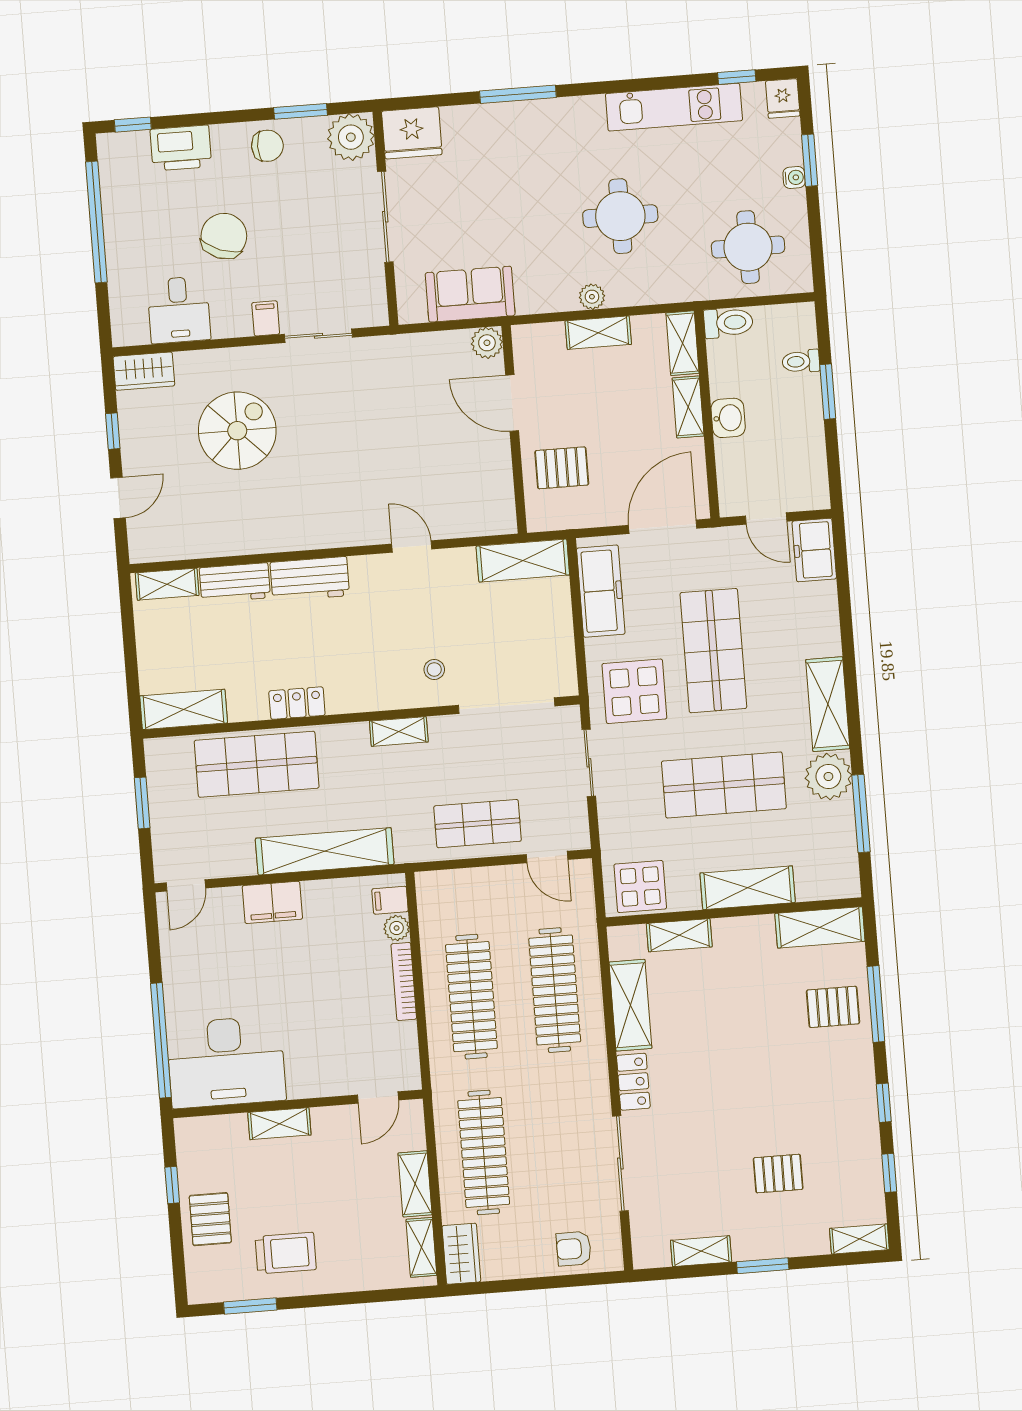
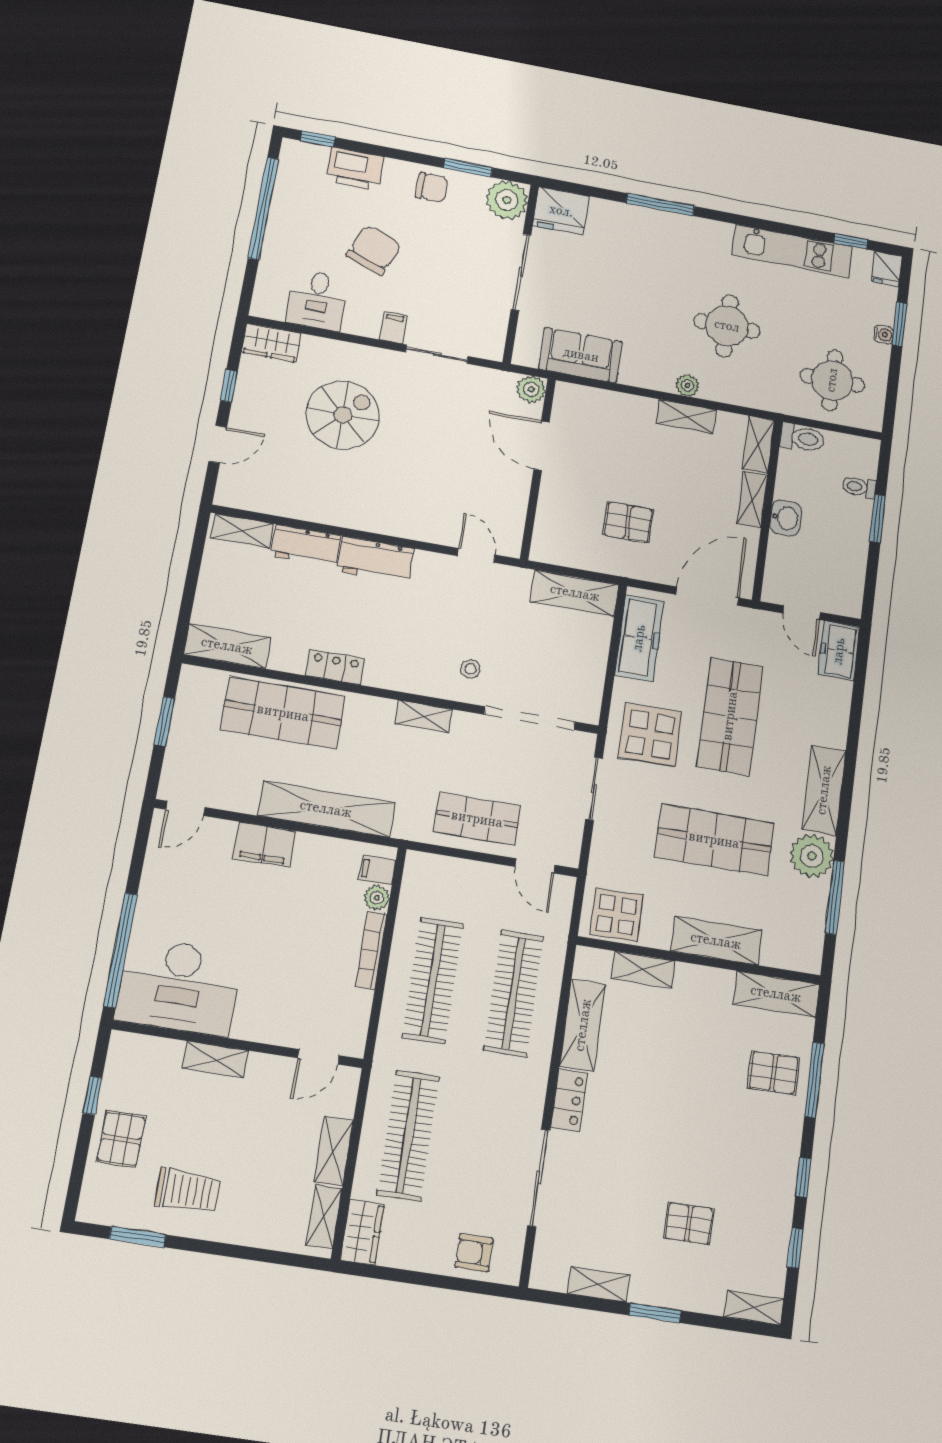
plant: (487, 343) -> (531, 389), moved
door: (512, 403) -> (542, 446), moved
wall: (514, 429) -> (538, 468), moved

